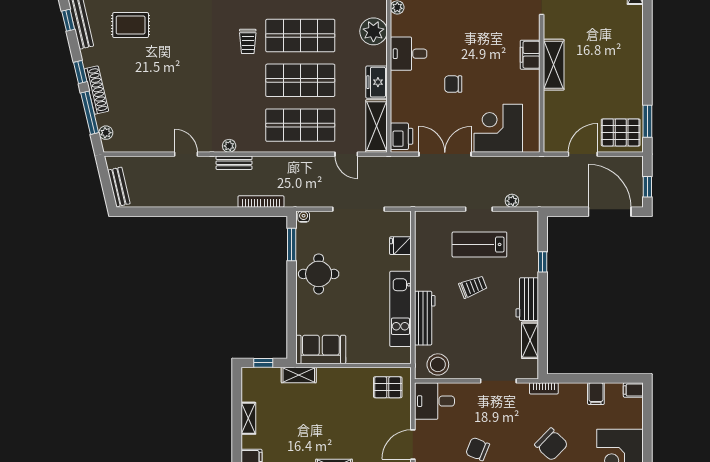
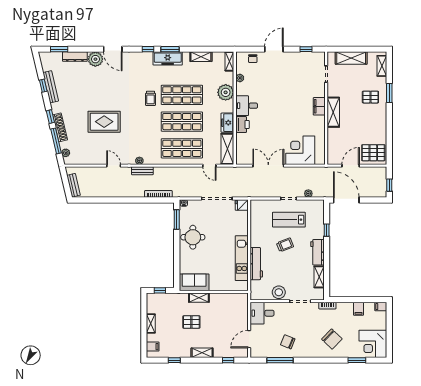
rug: (131, 25) -> (104, 122), moved, width x1.36, depth x1.43
pallet: (616, 39) -> (370, 97), added
chair: (453, 84) -> (273, 124), removed
window: (647, 121) -> (389, 93), moved
printer: (402, 136) -> (242, 125), moved
door: (610, 212) -> (346, 200), moved
fridge: (400, 246) -> (242, 205), moved
stool: (438, 364) -> (279, 292), moved
shelving: (299, 375) -> (199, 298), moved
pallet: (388, 387) -> (191, 322), moved

